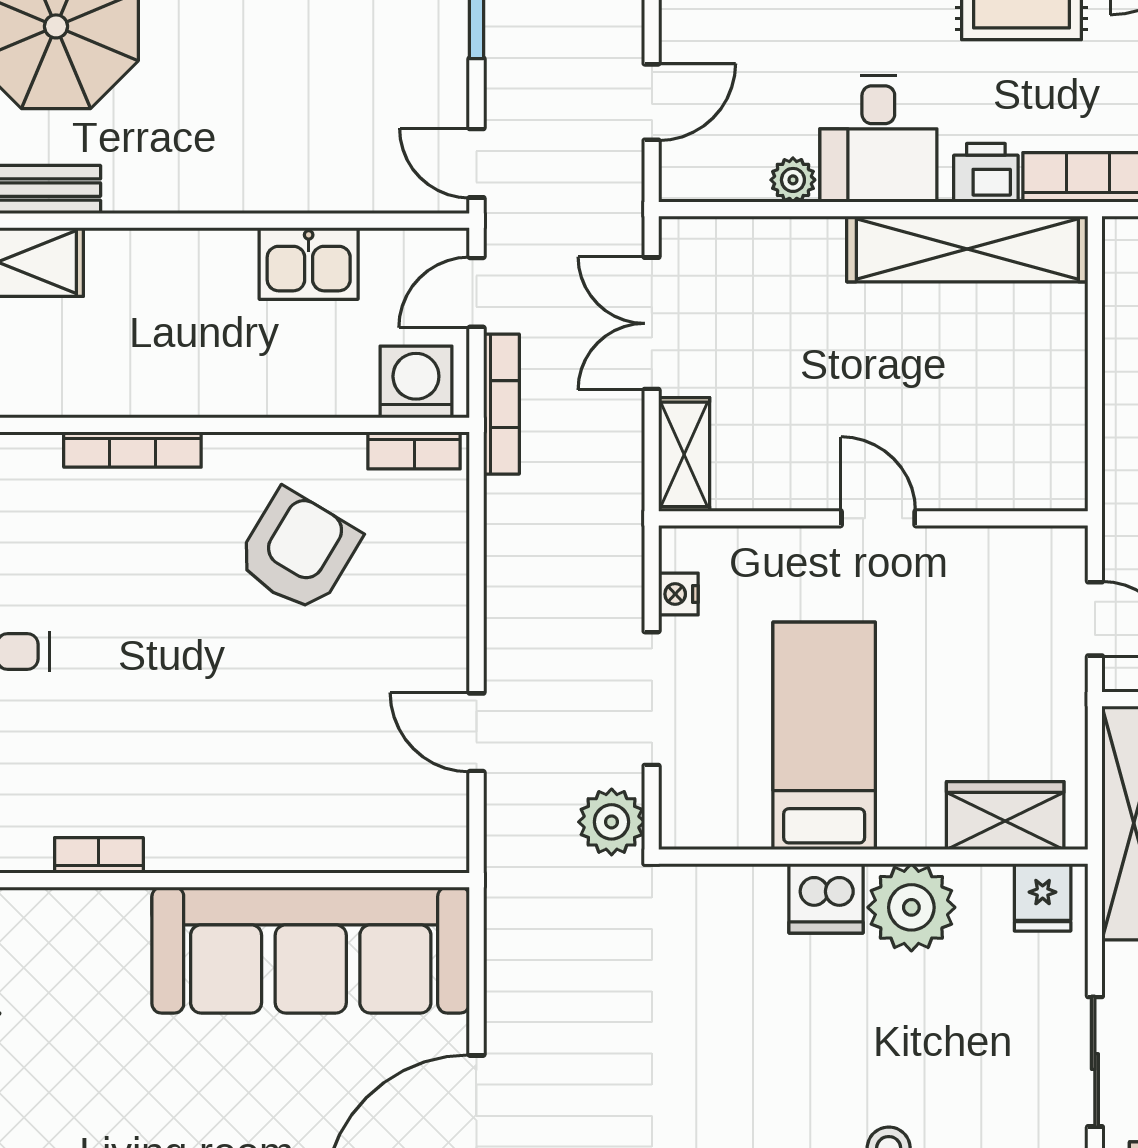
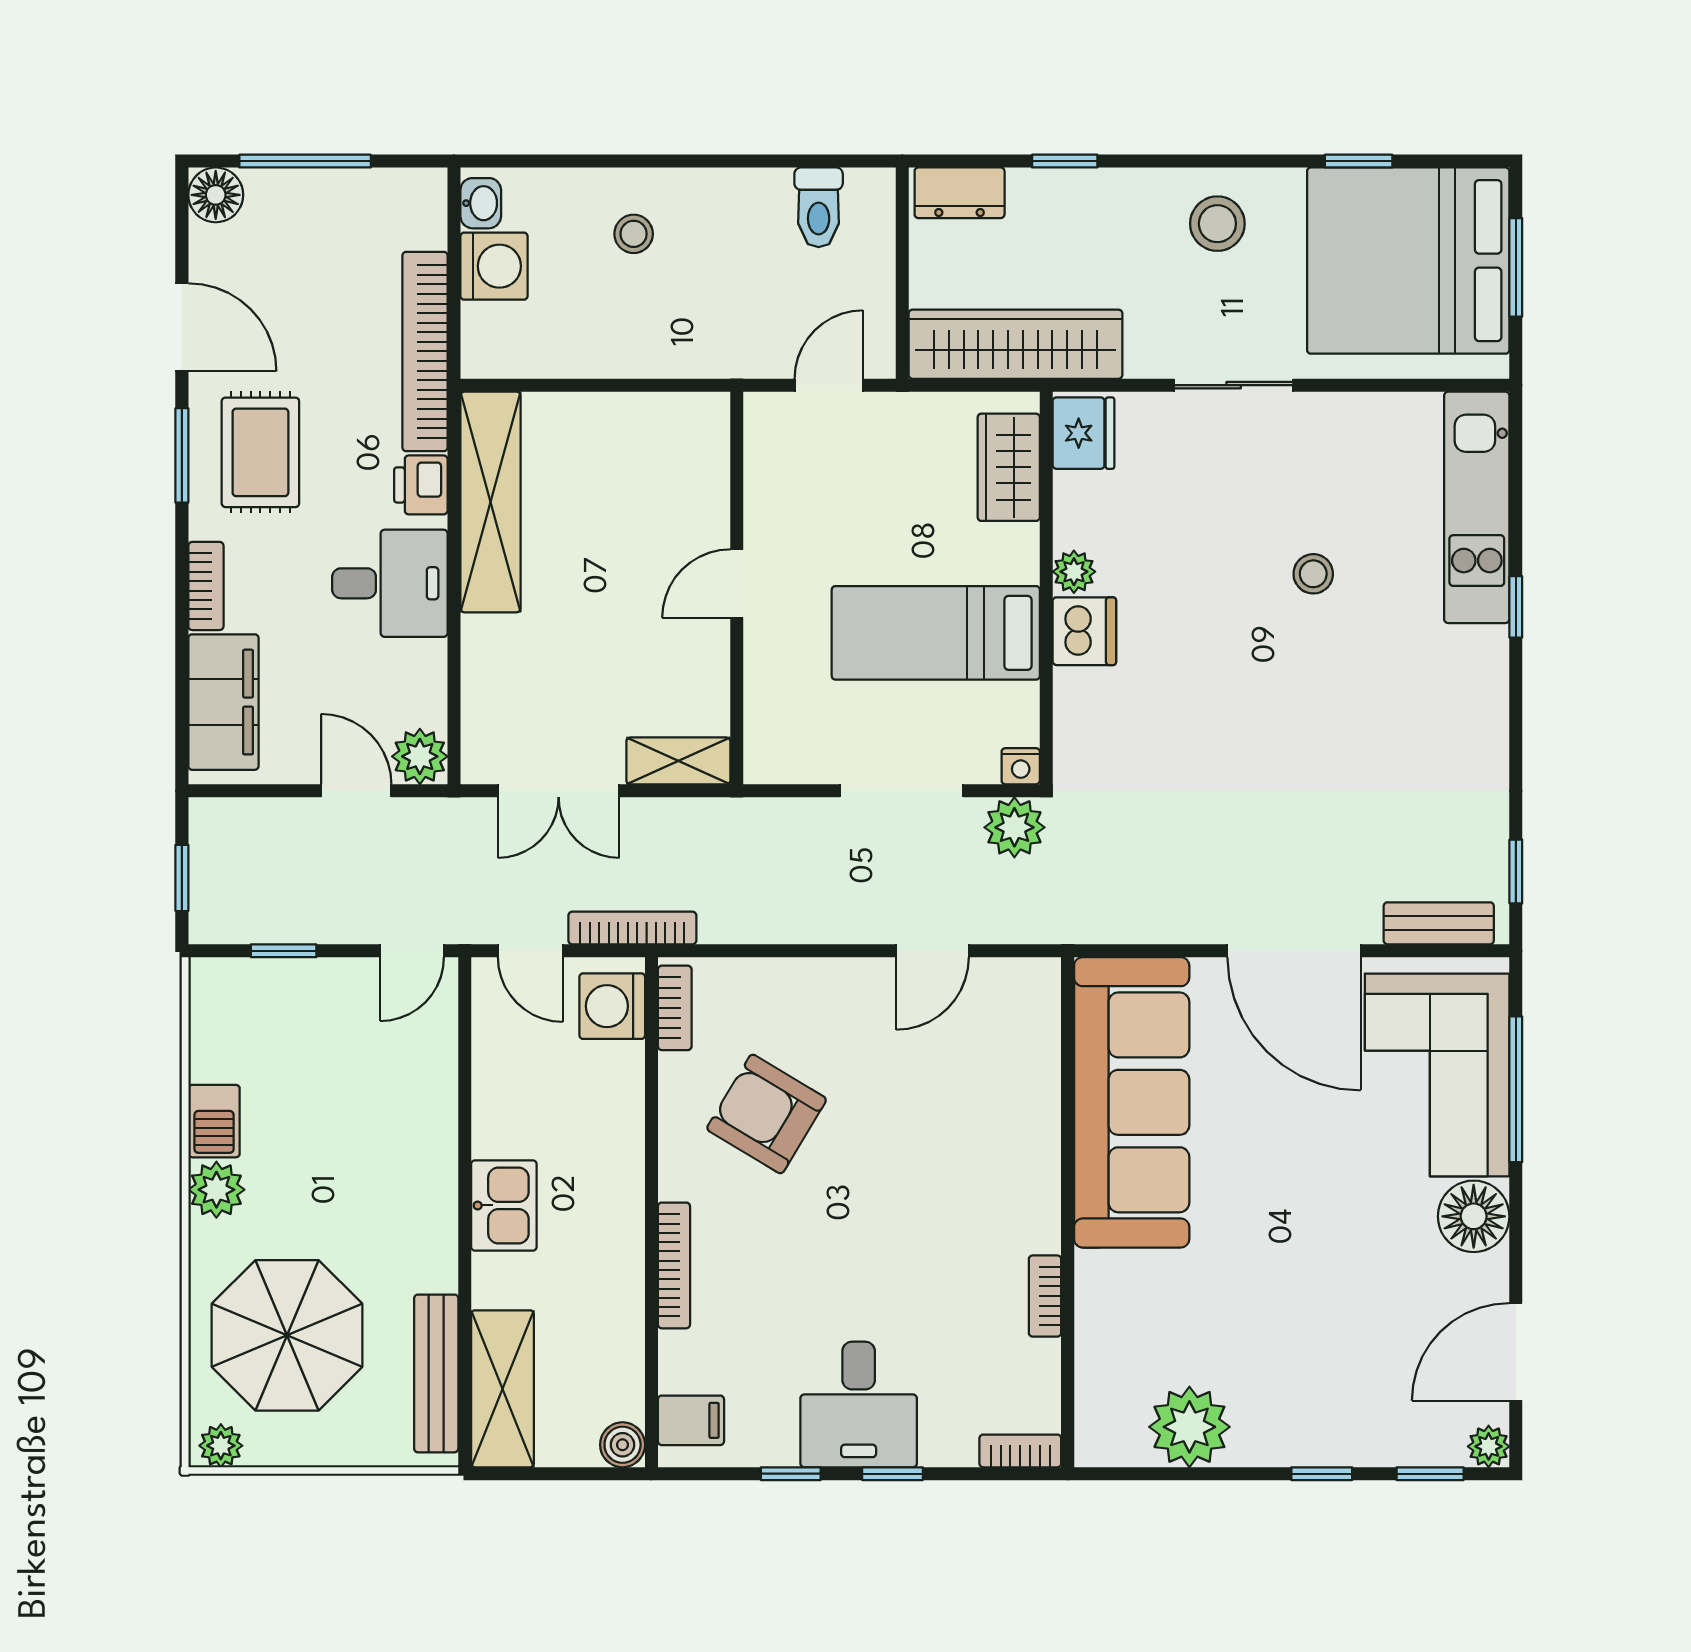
plant: (793, 180) -> (420, 756), moved, width x1.38, depth x1.38
kitchen sink: (309, 264) -> (504, 1205), moved
nightstand: (678, 594) -> (1021, 766), moved
fridge: (1043, 897) -> (1084, 433), width x1.38
plant: (911, 907) -> (1074, 572), width x0.53, depth x0.53

